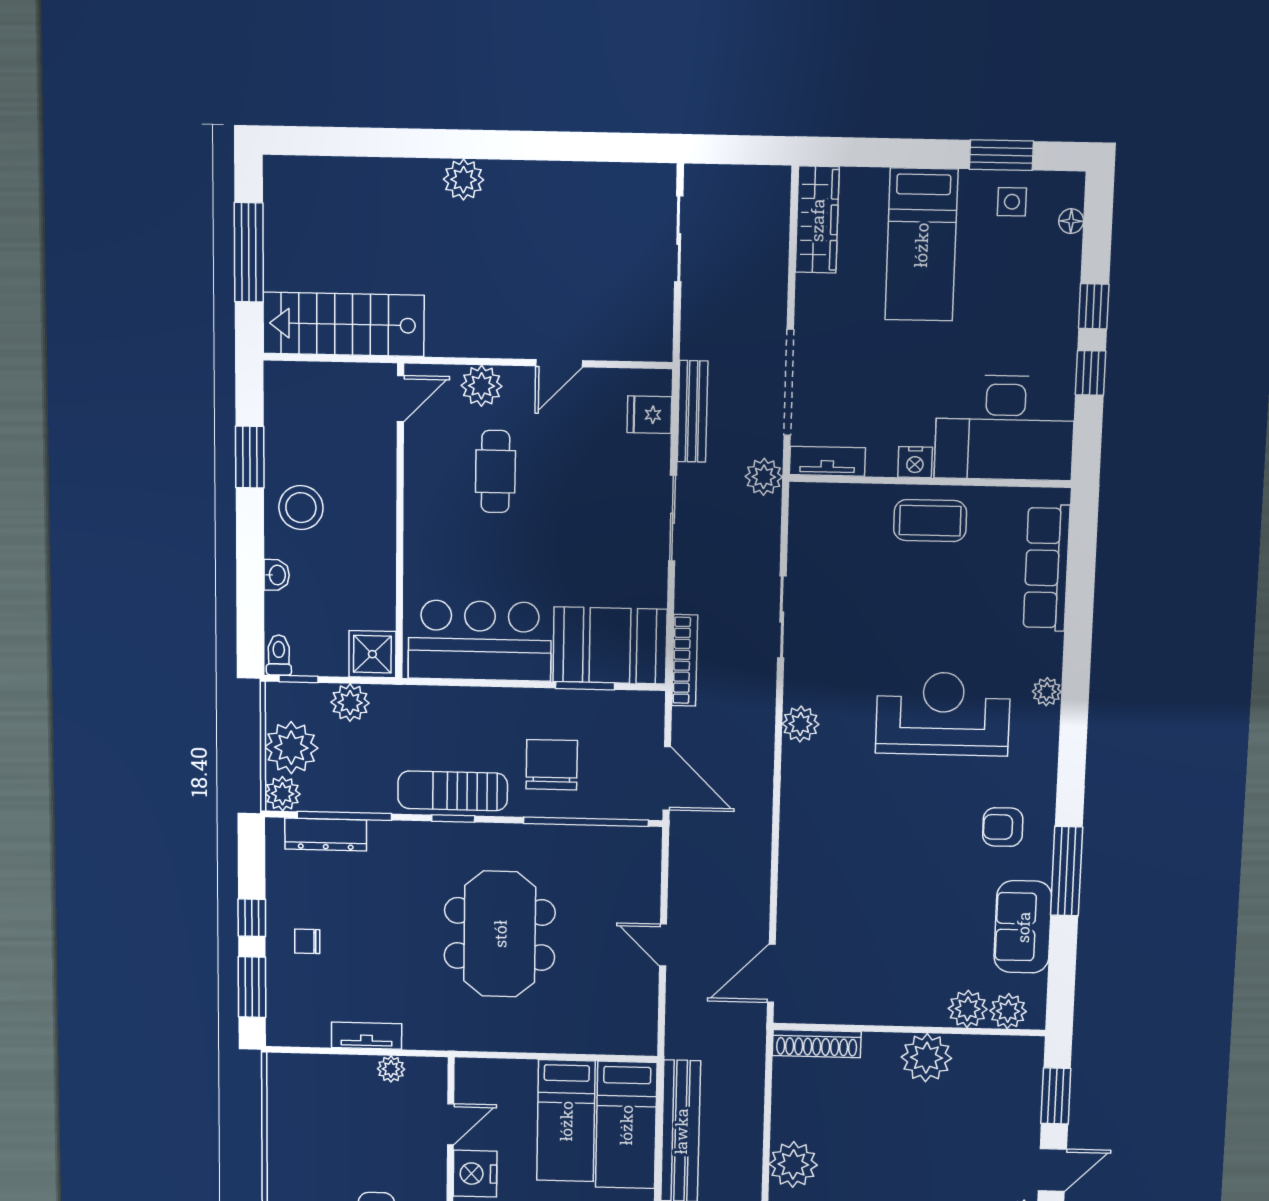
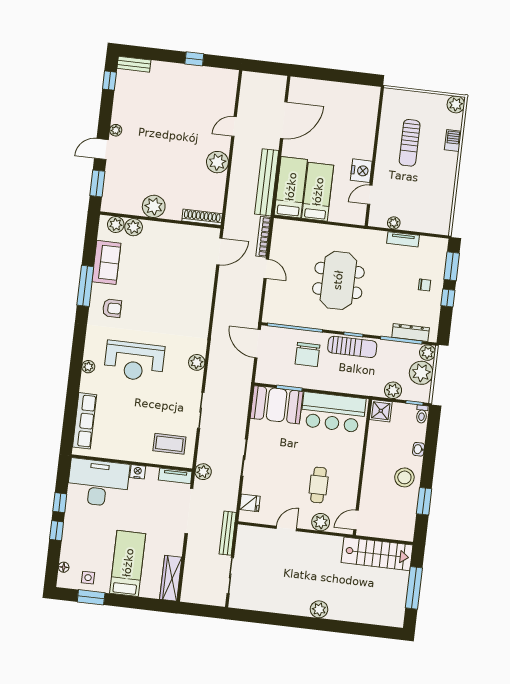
bench: (693, 411) -> (228, 533), moved
coffee table: (930, 521) -> (169, 444), moved
bookcase: (685, 660) -> (263, 237), moved

